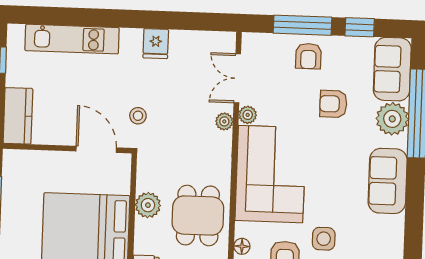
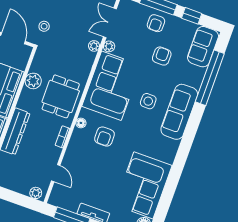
armchair: (333, 104) -> (162, 56), turned 90
plant: (392, 119) -> (194, 76), removed
sofa: (388, 181) -> (179, 112), width x1.36
side table: (324, 239) -> (148, 101), moved

